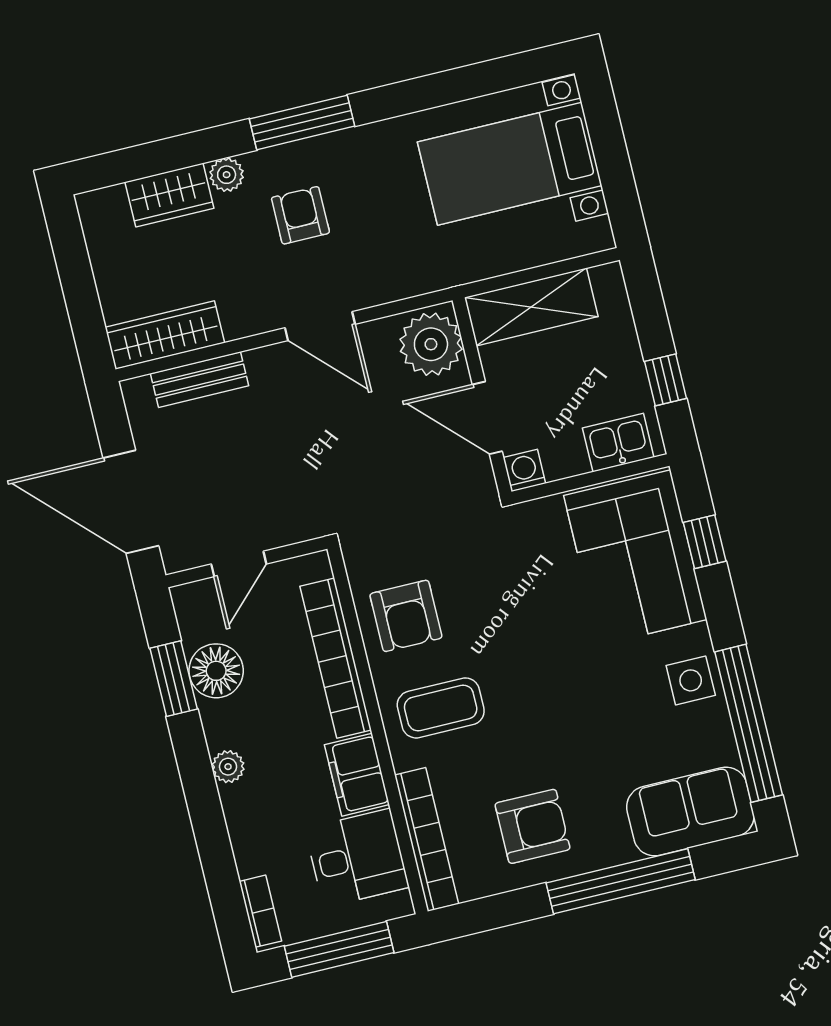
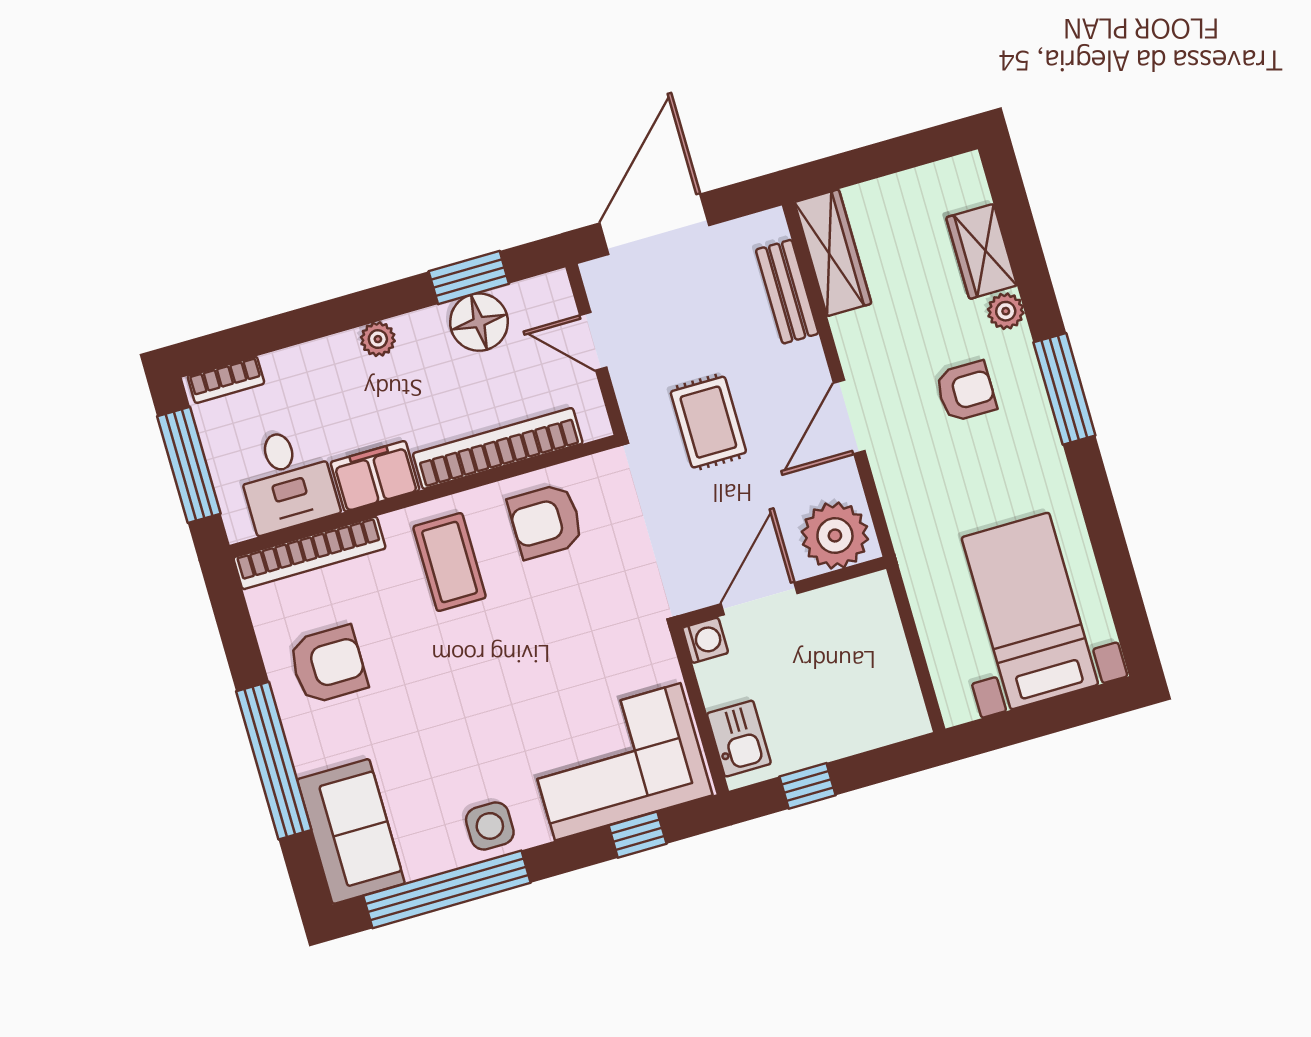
shelving: (531, 307) -> (879, 640), removed
rug: (319, 459) -> (708, 422), added
armchair: (532, 826) -> (328, 665), turned -90

